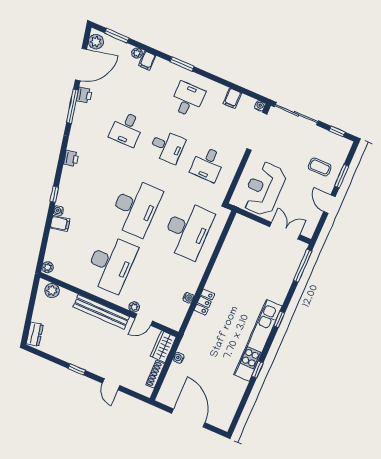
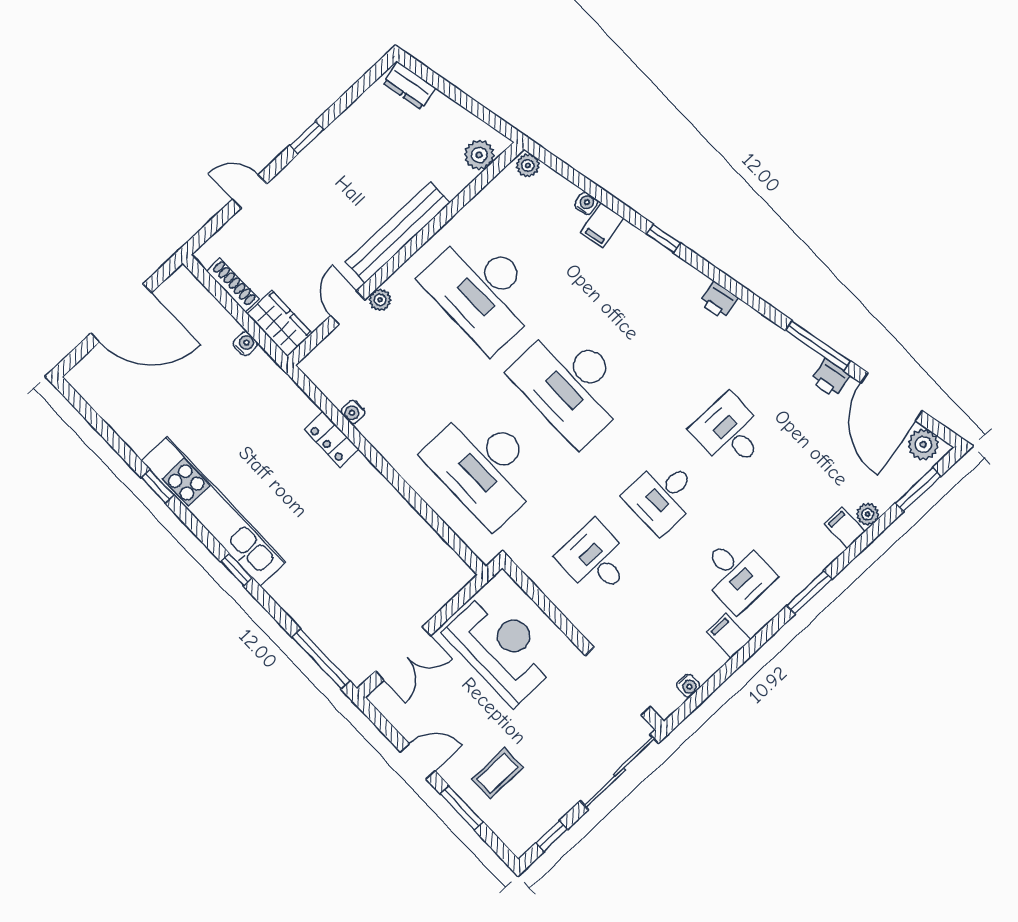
filing cabinet: (232, 98) -> (729, 636), moved
water cooler: (260, 106) -> (688, 686), moved
water cooler: (58, 211) -> (586, 203), moved

